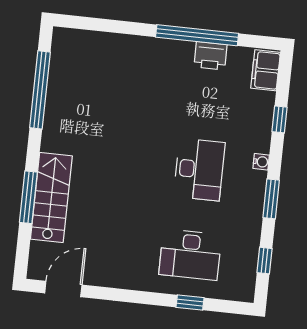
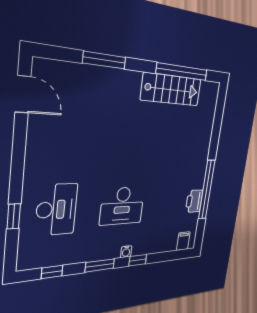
filing cabinet: (266, 70) -> (183, 241), width x0.50
window: (280, 119) -> (138, 260), moved
stairs: (51, 197) -> (171, 90), moved
desk: (190, 255) -> (56, 210), turned 180

